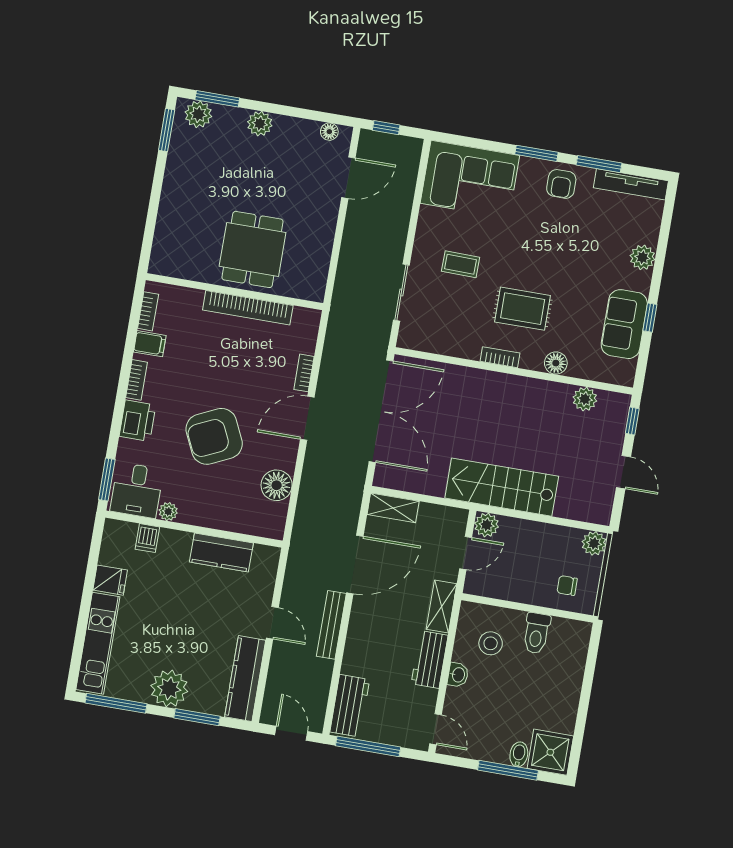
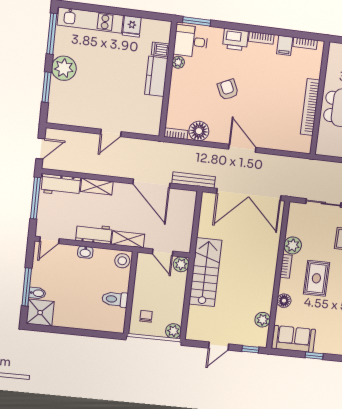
sofa: (624, 324) -> (294, 339), moved
plant: (467, 345) -> (293, 245), added
bookcase: (304, 373) -> (176, 134), moved
armchair: (214, 436) -> (228, 90), width x0.53, depth x0.53
shelving: (393, 508) -> (97, 187), moved, turned 90
kitchen counter: (221, 553) -> (156, 76), moved
bench: (331, 625) -> (194, 180), moved
stool: (491, 643) -> (122, 261), moved
kitchen counter: (245, 679) -> (74, 117), removed

